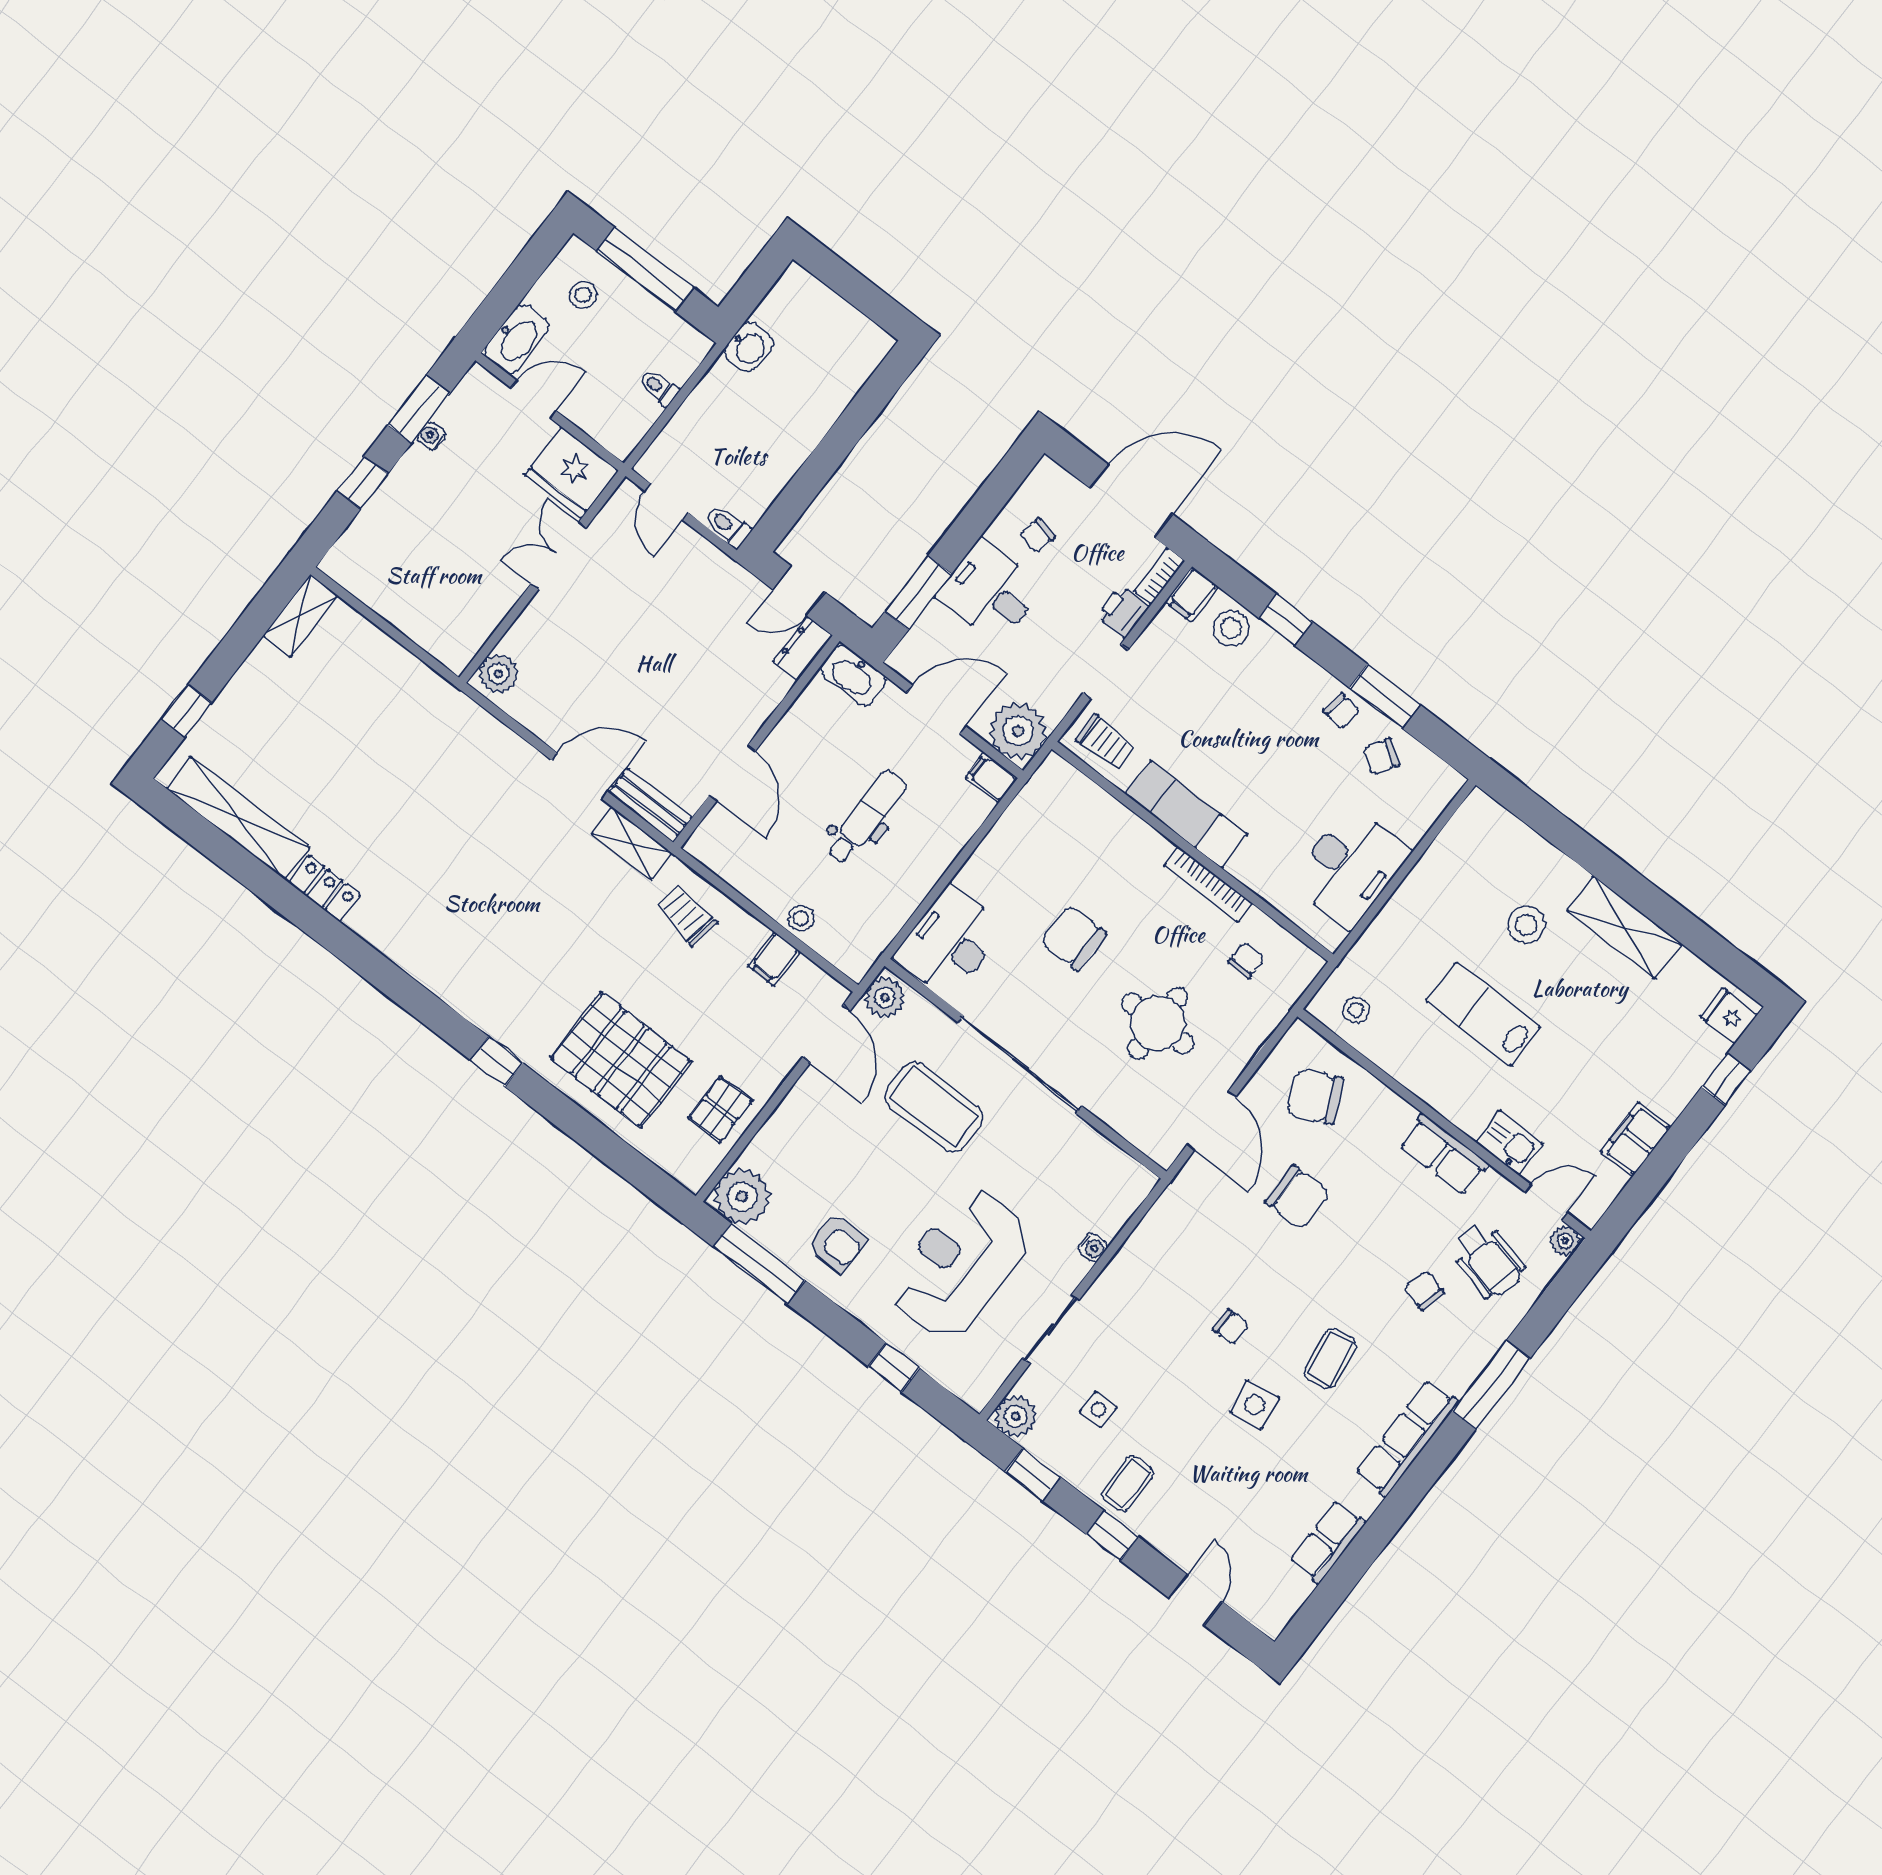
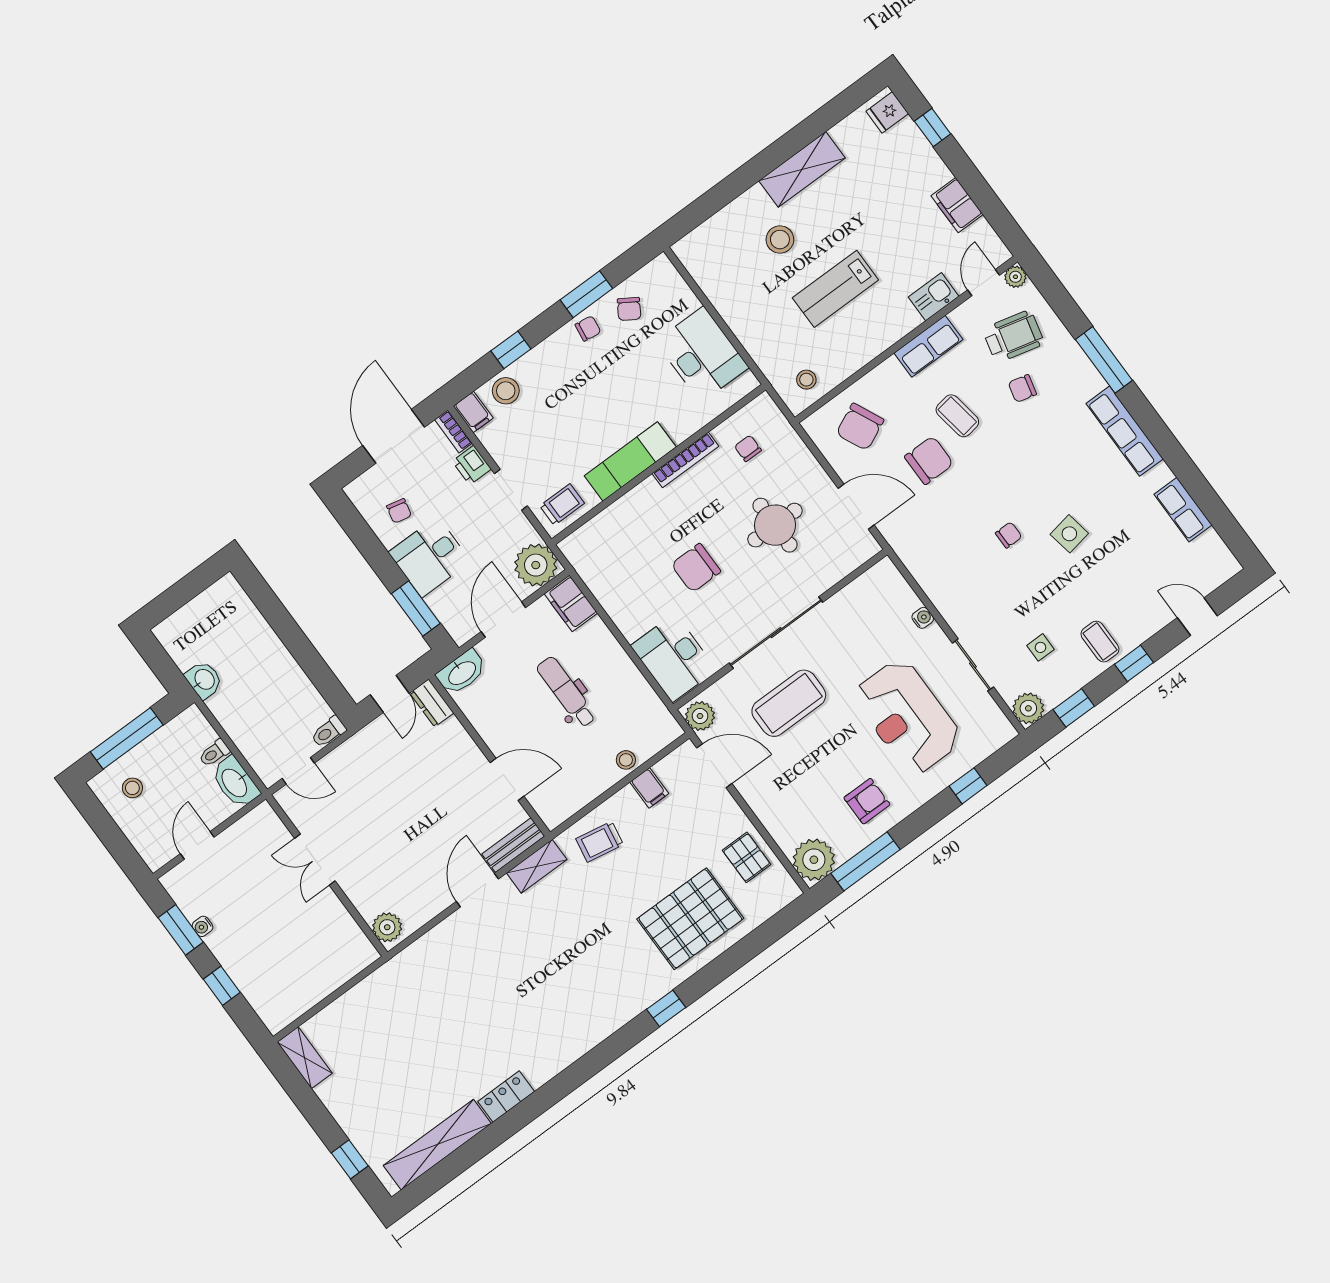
washbasin: (517, 339) -> (235, 782), moved, turned 180
fridge: (572, 473) -> (258, 833), removed
filing cabinet: (992, 778) -> (571, 603), width x2.00
coffee table: (1330, 1359) -> (957, 416), moved

